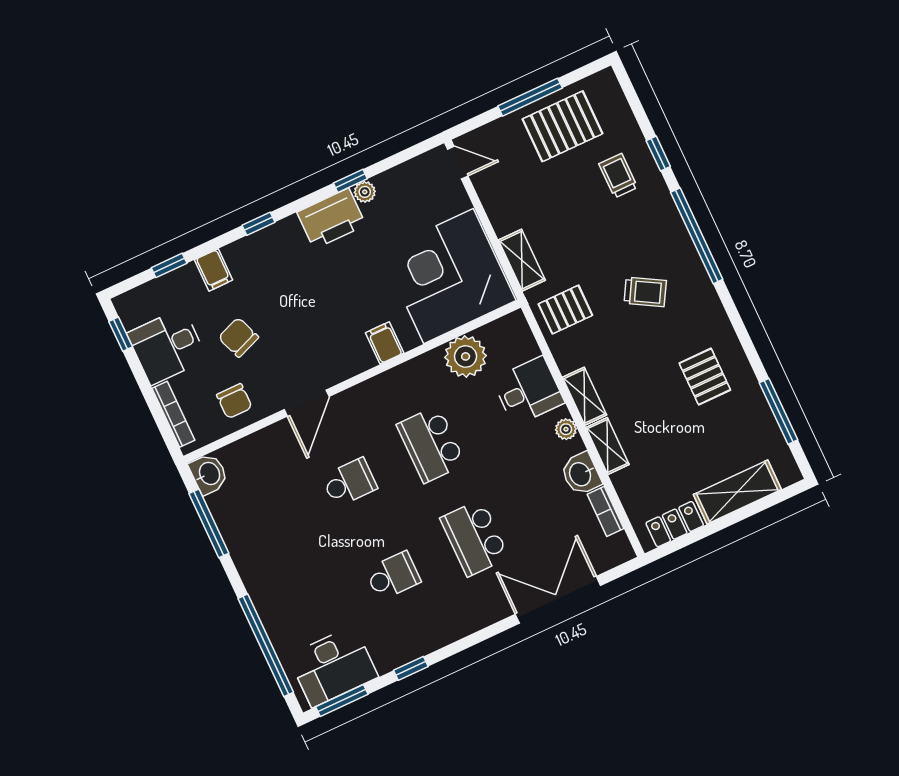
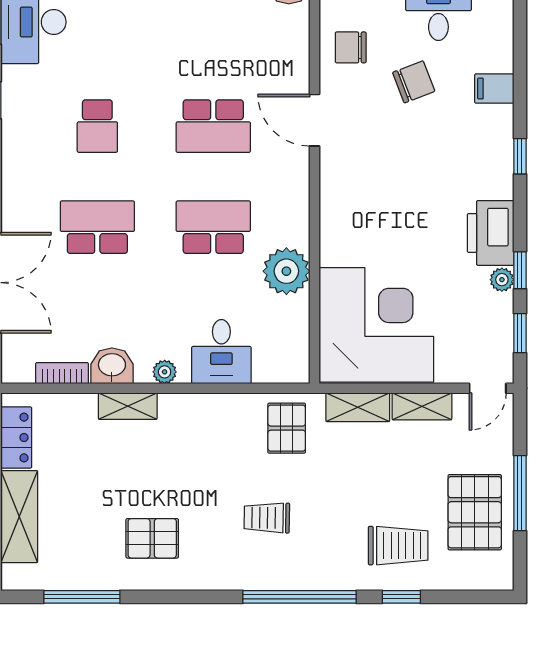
trolley: (618, 176) -> (398, 546), width x1.36, depth x1.39
window: (169, 265) -> (520, 333), moved
trolley: (645, 292) -> (267, 518), turned 61
filing cabinet: (385, 343) -> (339, 228), removed
plant: (466, 356) -> (286, 271), moved
shelving: (584, 396) -> (422, 406), moved
school desk: (349, 482) -> (213, 126), width x1.85

